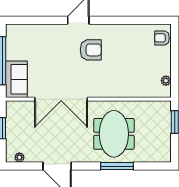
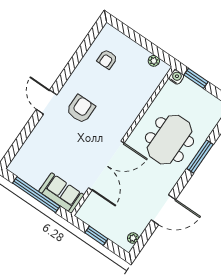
armchair: (162, 38) -> (107, 59), moved
water cooler: (165, 106) -> (176, 77), added
meeting table: (114, 134) -> (169, 140), turned 90

